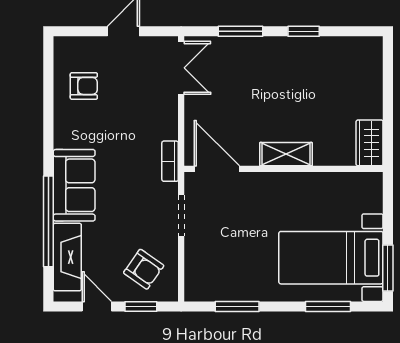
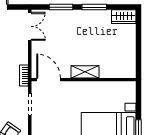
window: (304, 31) -> (94, 7), width x1.50
wardrobe: (370, 143) -> (124, 17), moved, turned -90

